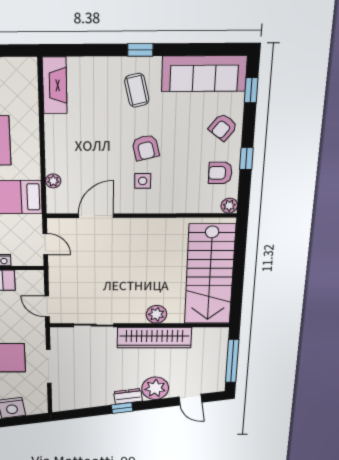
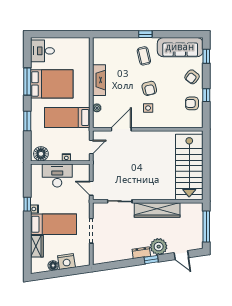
fireplace: (55, 85) -> (99, 80), moved
plant: (229, 206) -> (198, 123), removed
door: (45, 244) -> (91, 147), hinge flipped
plant: (156, 314) -> (158, 194), removed
window: (122, 408) -> (151, 260), moved

